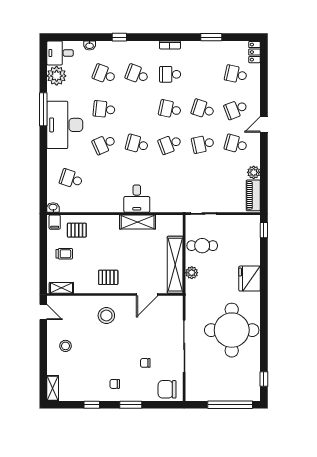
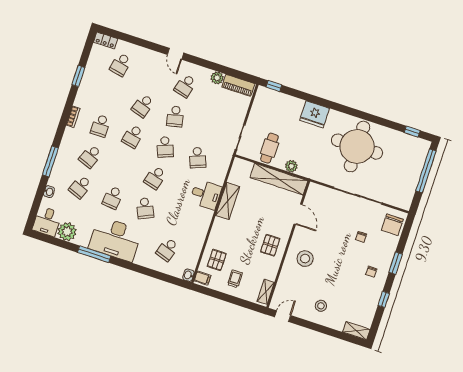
window: (119, 37) -> (50, 161), width x2.17
school desk: (236, 109) -> (198, 158), moved

